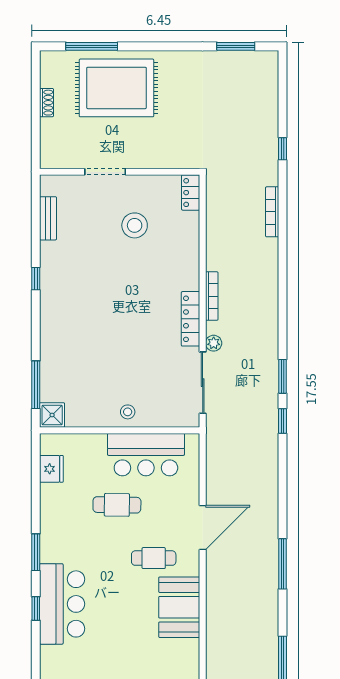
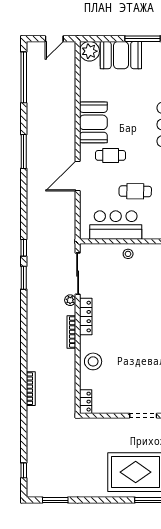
window: (283, 149) -> (24, 470), moved
stool: (135, 225) -> (93, 361), moved

